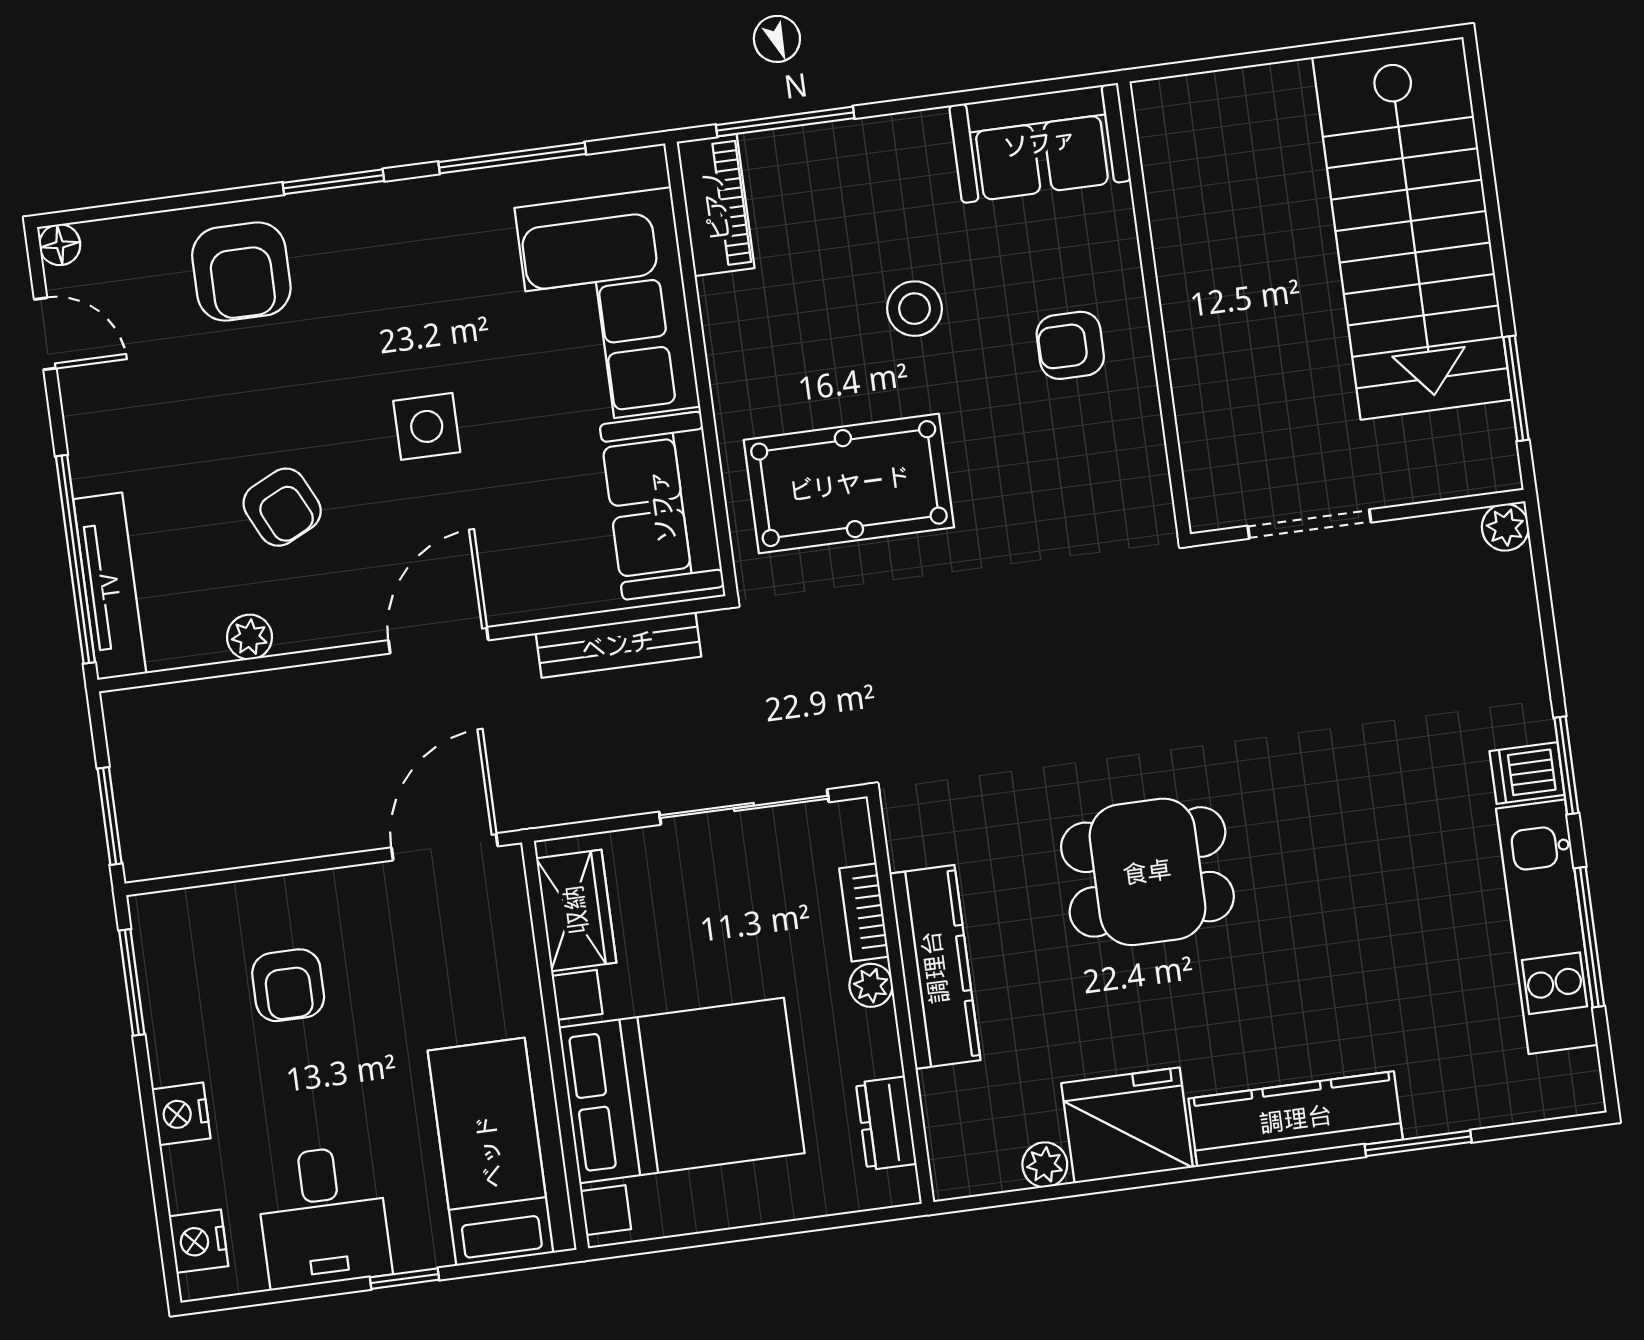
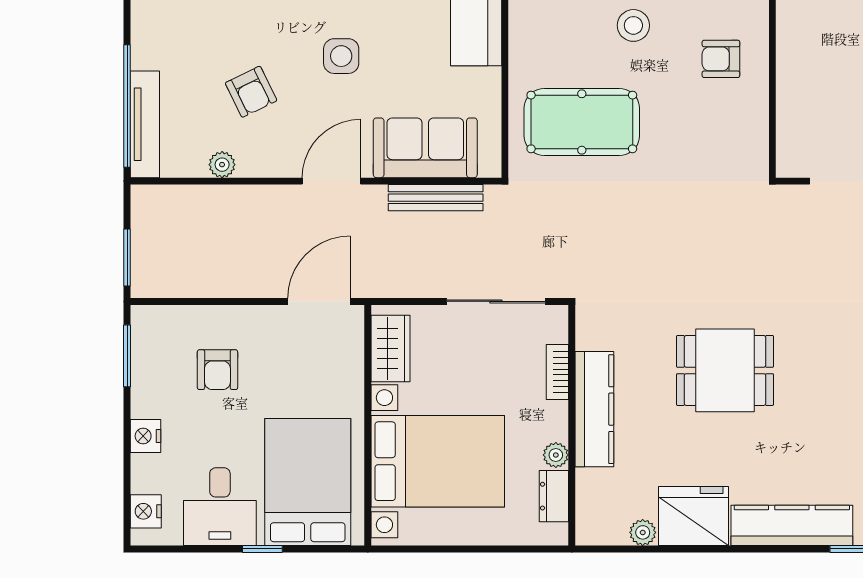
sofa: (662, 506) -> (425, 148), moved, turned 90
plant: (871, 985) -> (556, 455), moved
bed: (490, 1152) -> (308, 482), width x1.50

